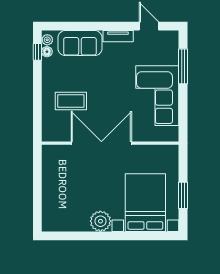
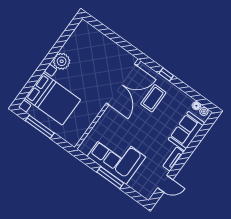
window: (37, 52) -> (166, 75), moved
window: (183, 66) -> (110, 178), moved
double door: (101, 143) -> (122, 84), moved
window: (183, 195) -> (40, 127), width x1.44

